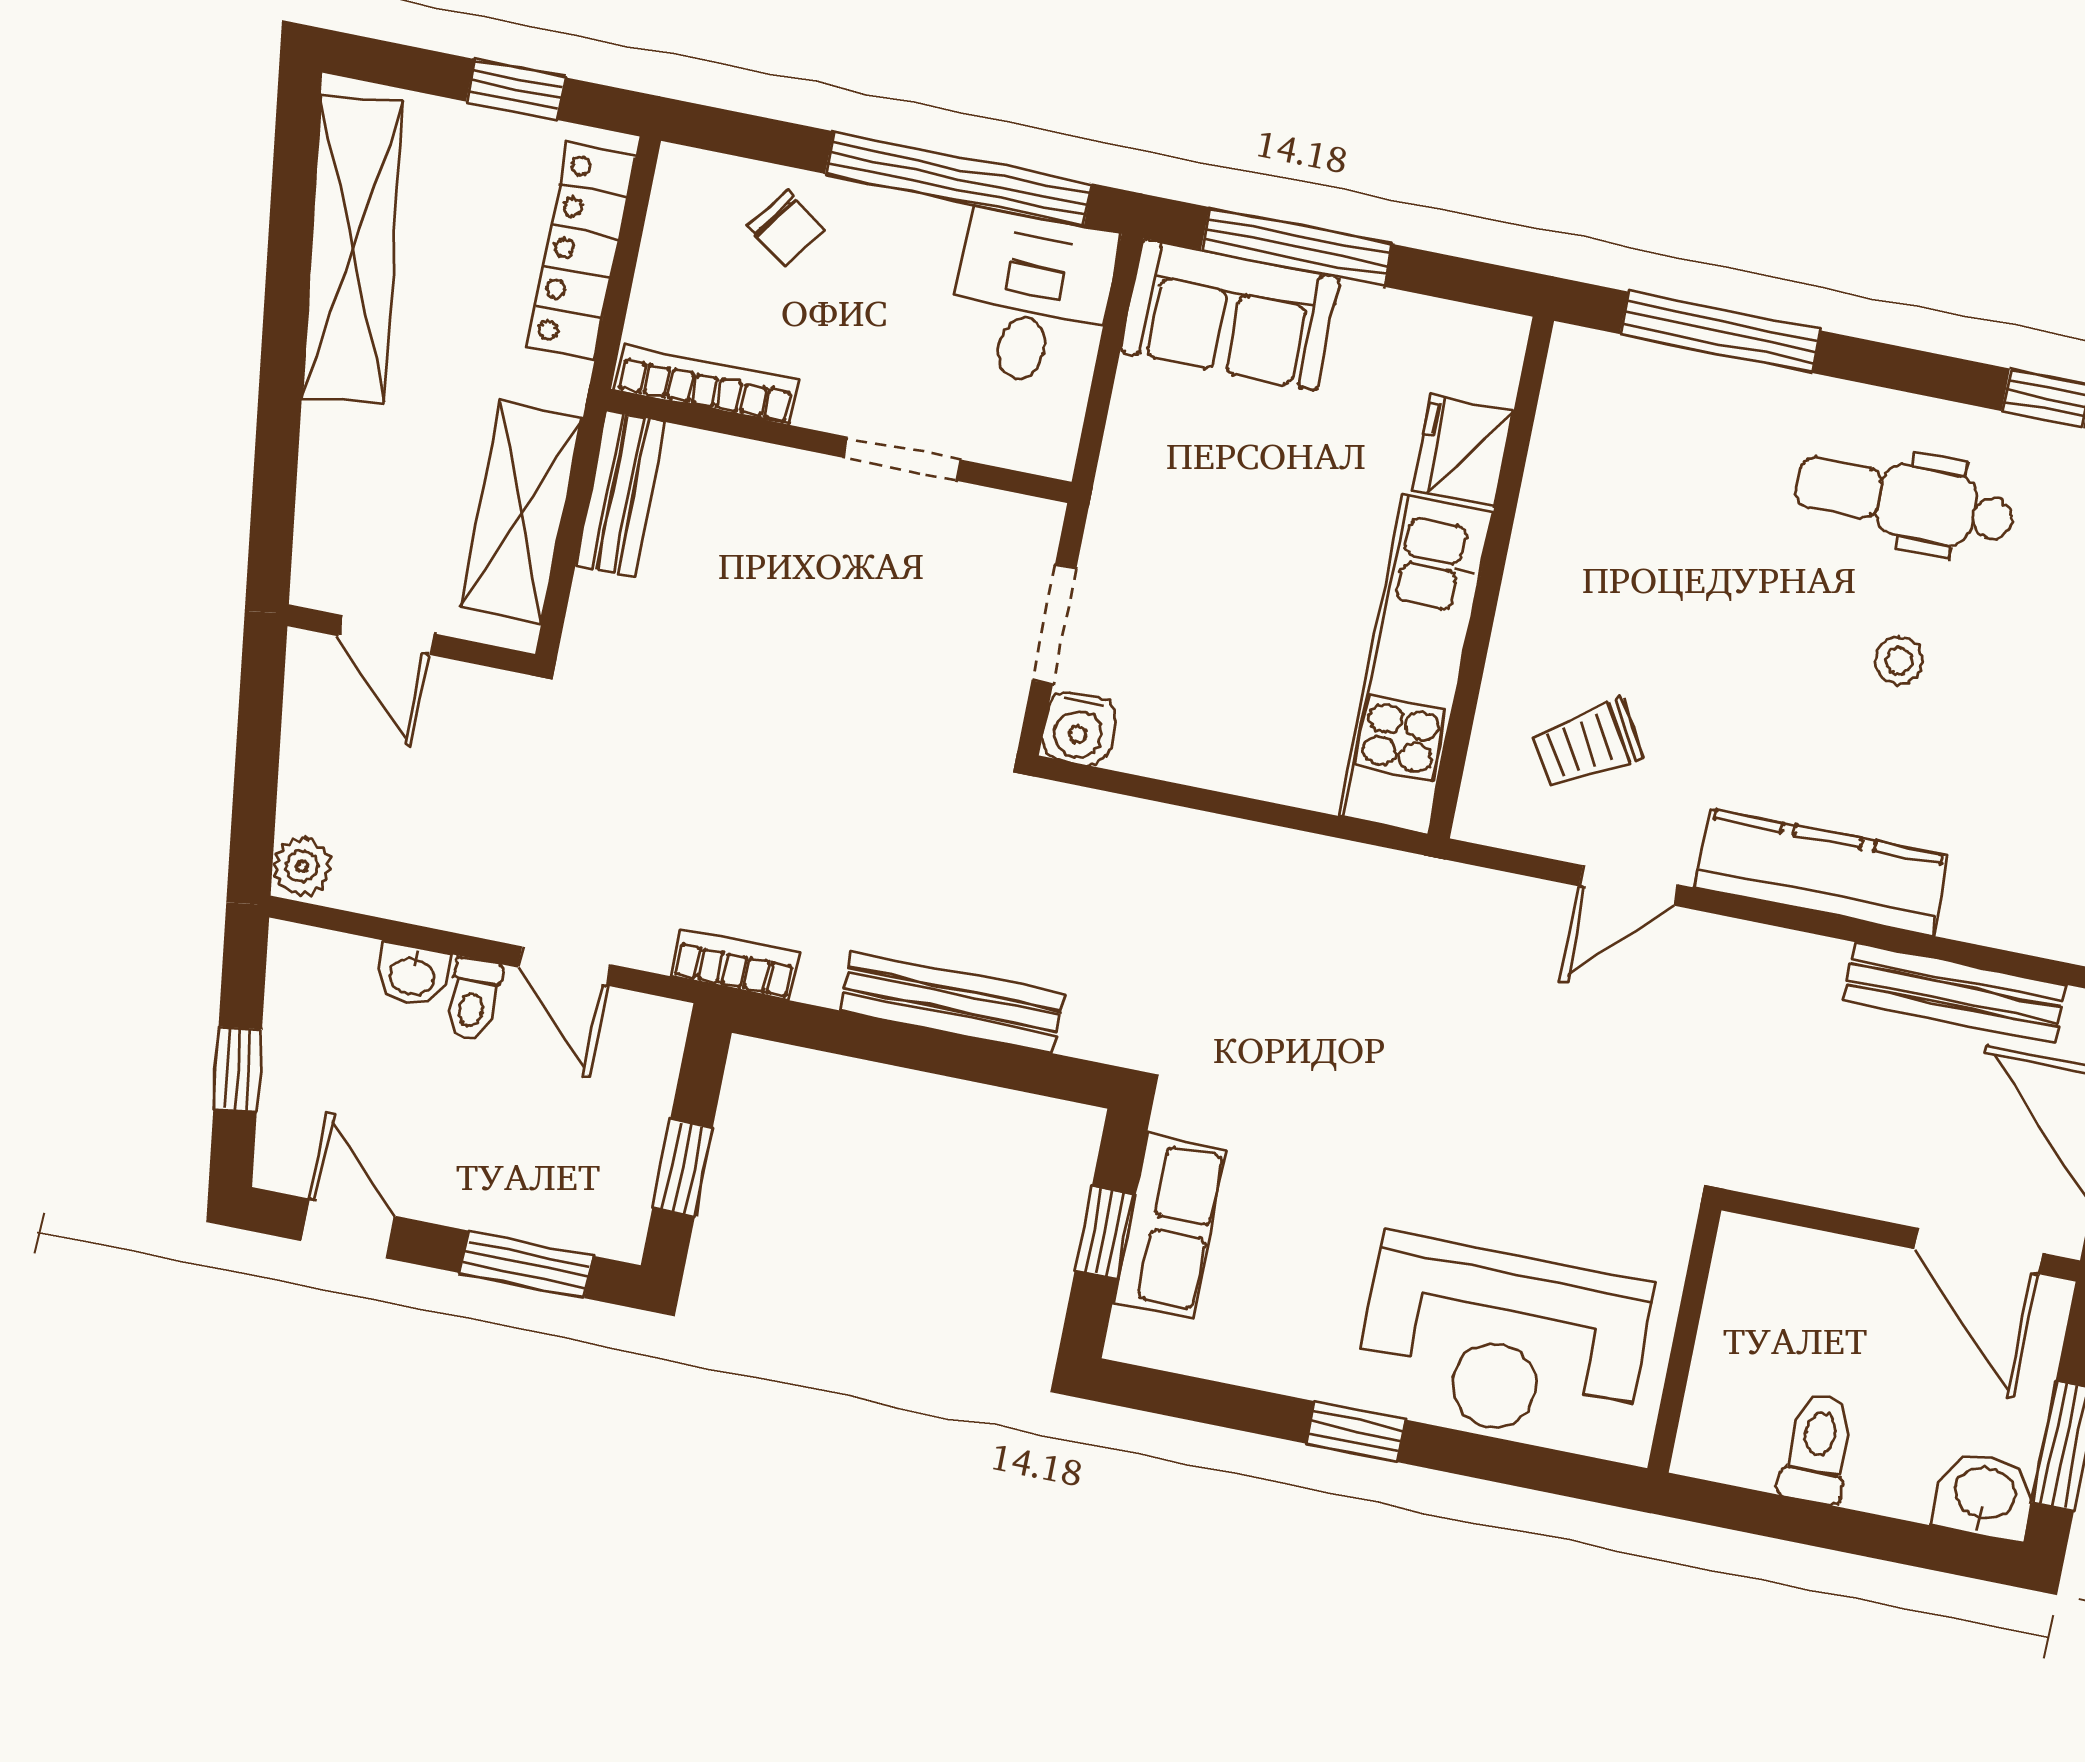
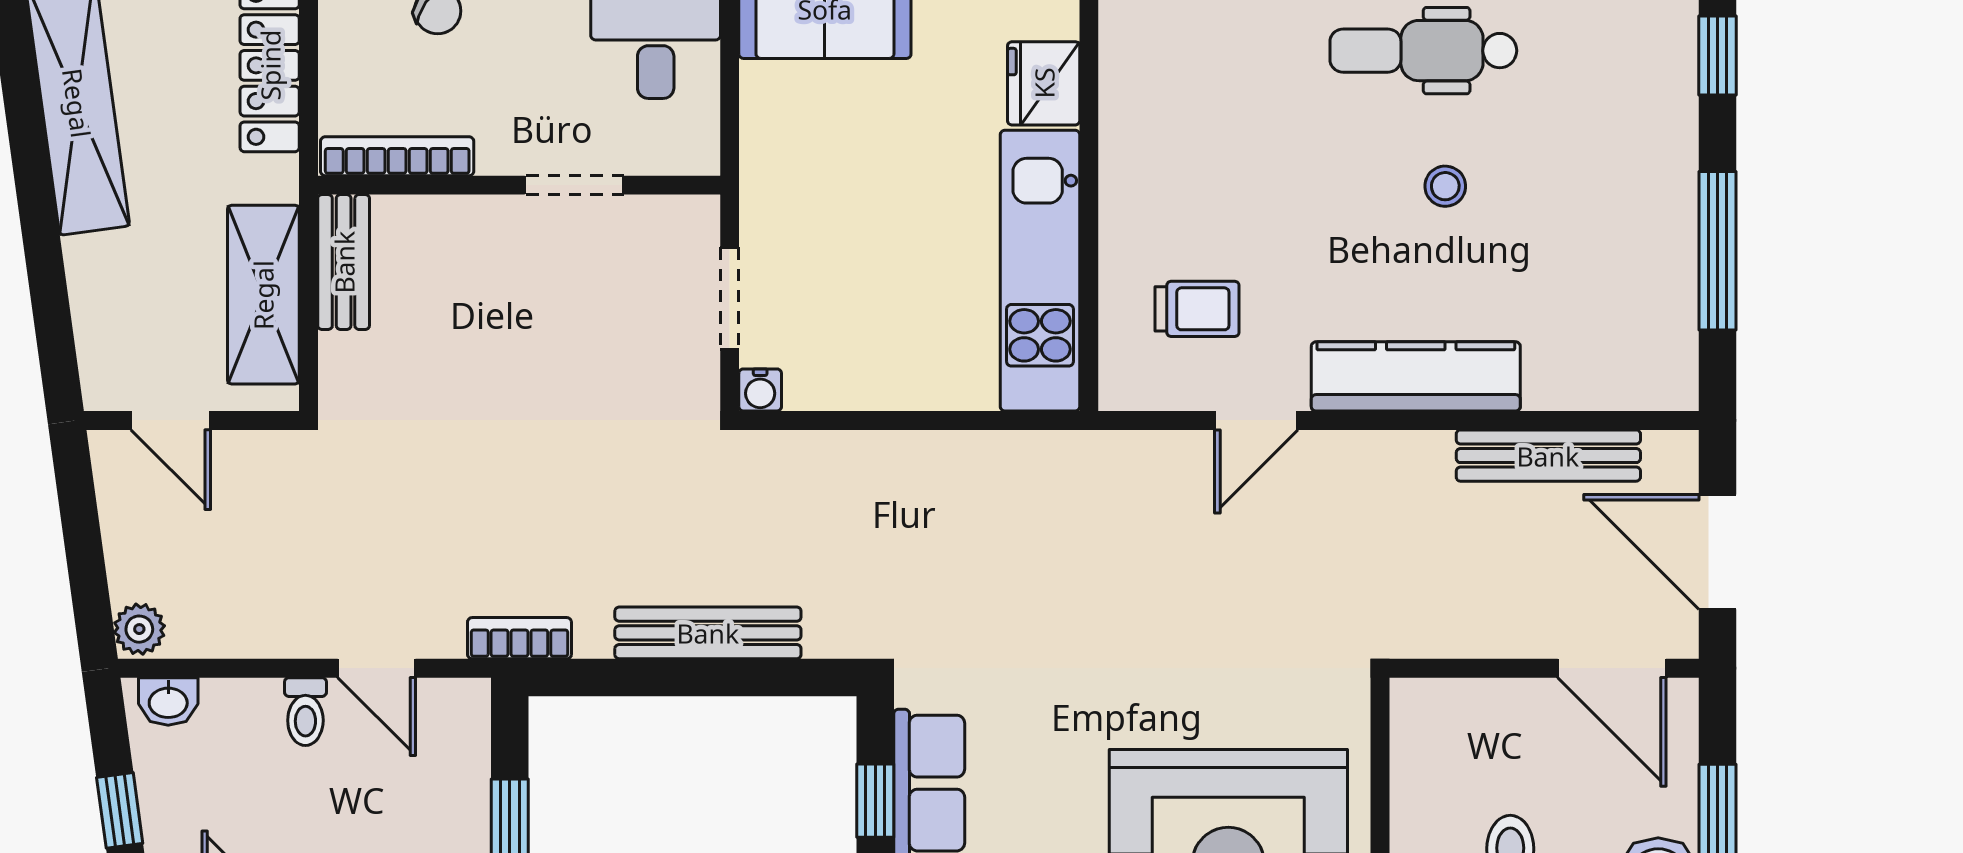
water cooler: (1079, 729) -> (760, 390), width x0.72, depth x0.72
trolley: (1586, 744) -> (1197, 309), turned -149
washbasin: (412, 975) -> (168, 701), moved

